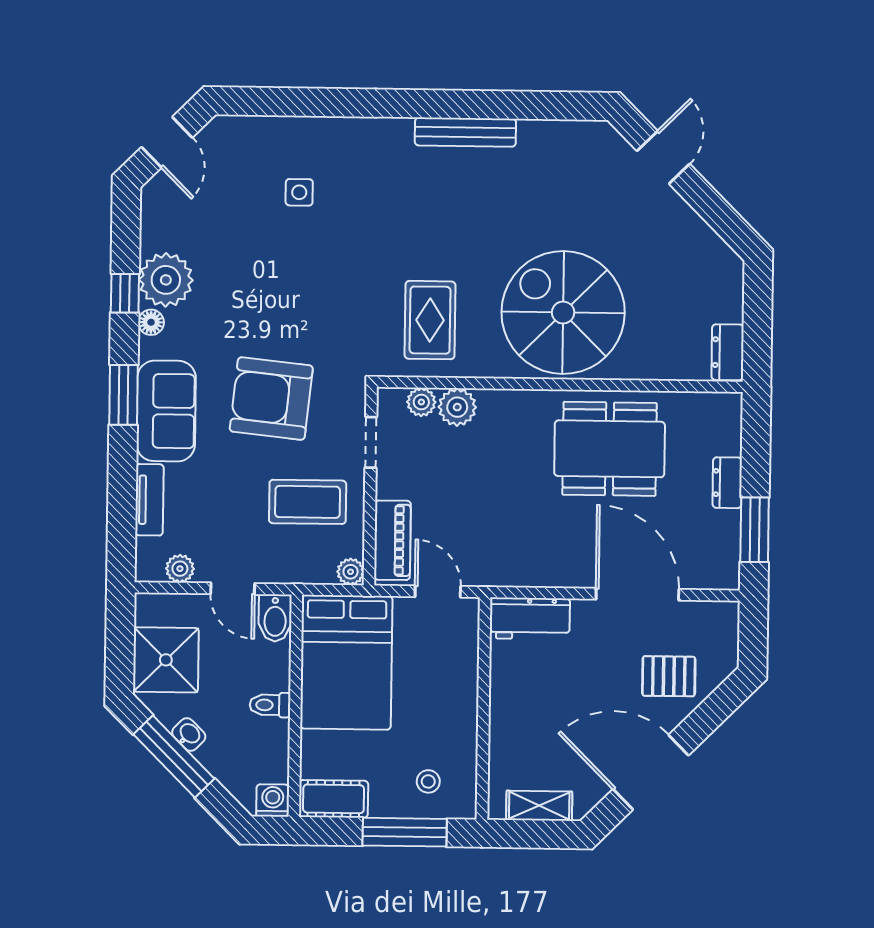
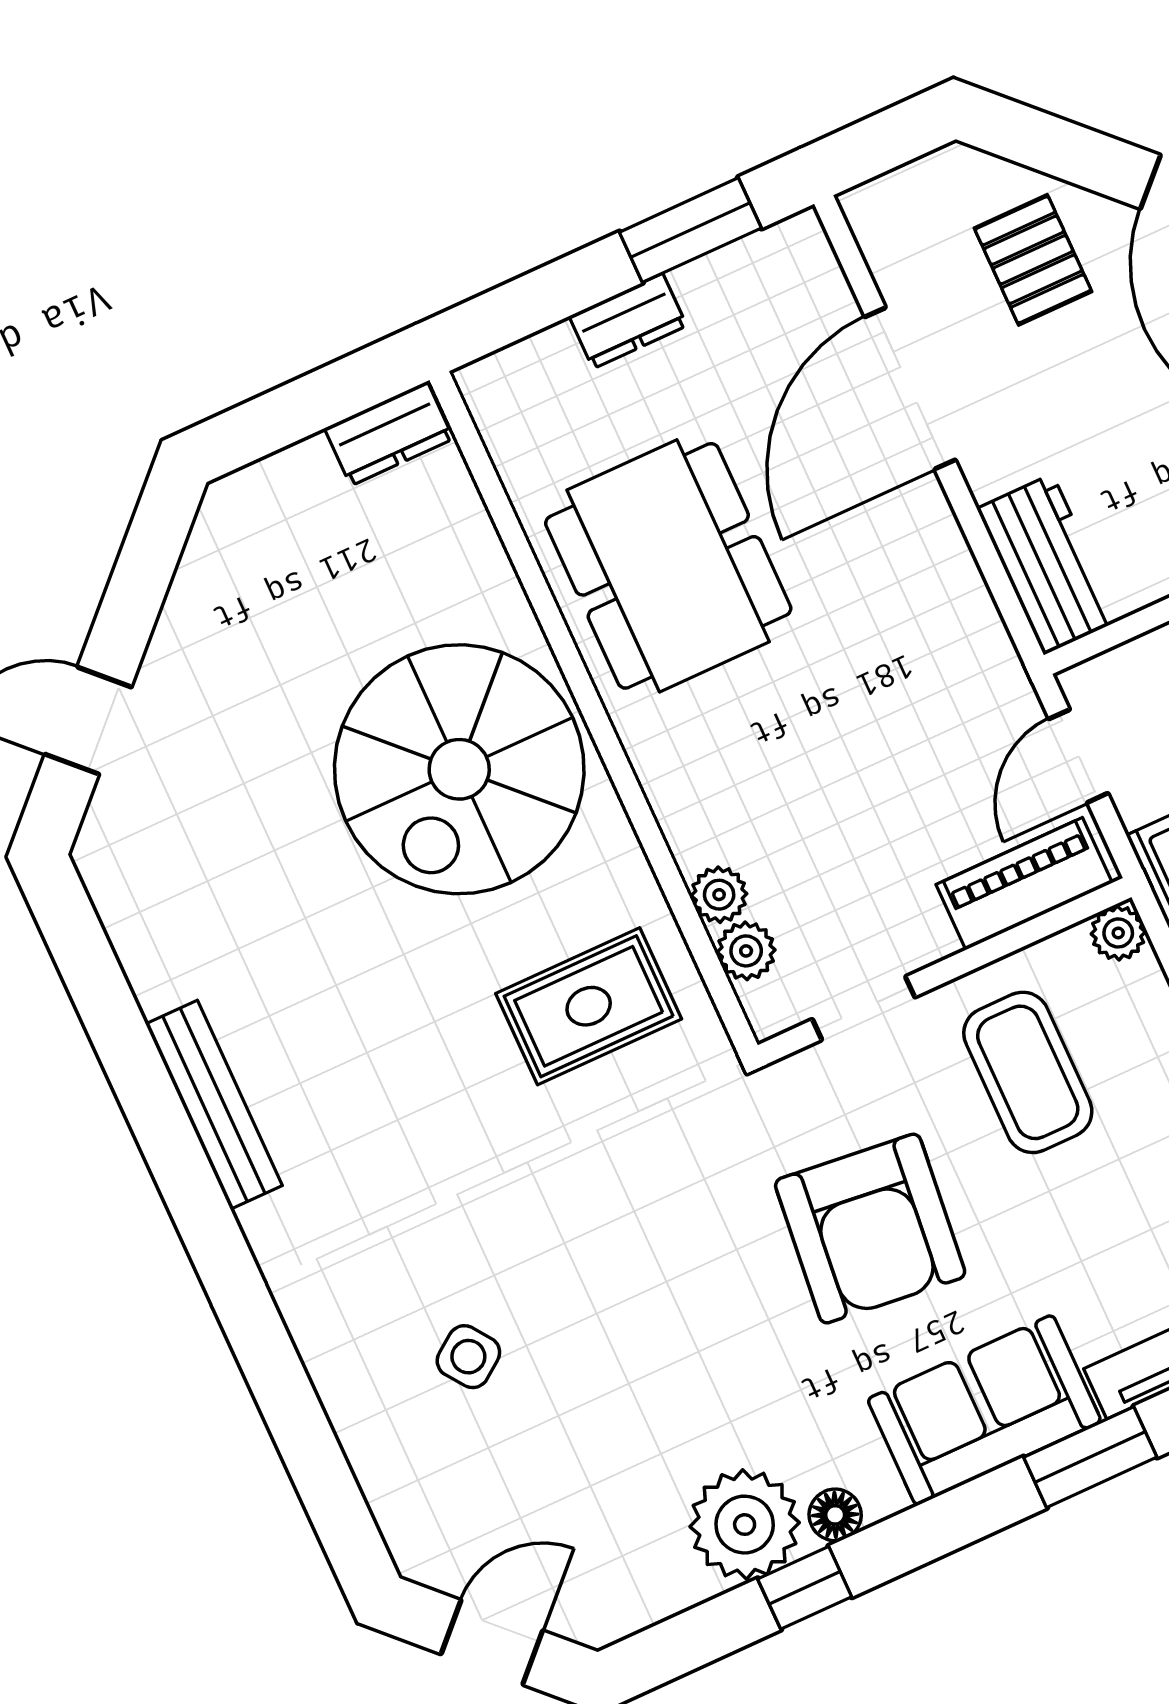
side table: (299, 192) -> (468, 1357), turned -36
window: (124, 395) -> (1090, 1457), moved
plant: (457, 407) -> (719, 895), width x0.73, depth x0.73

